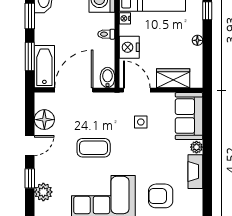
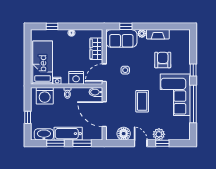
bathtub: (44, 67) -> (68, 134), moved
window: (207, 123) -> (126, 26), added
plant: (43, 192) -> (159, 134), moved
armchair: (161, 196) -> (163, 60), moved, turned 180

